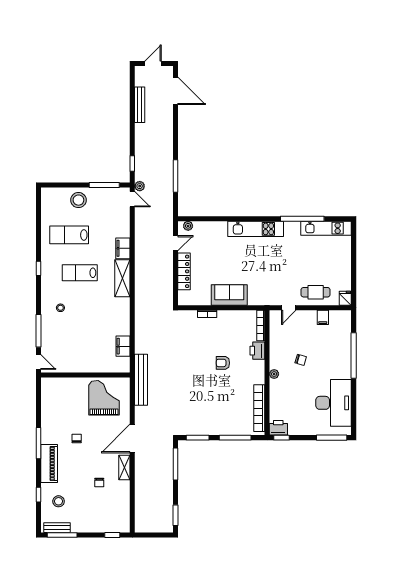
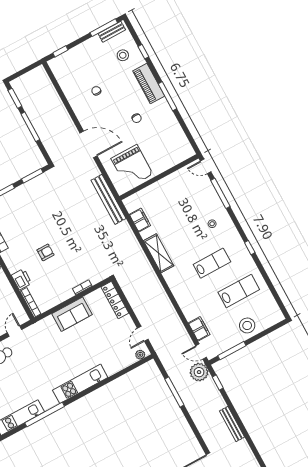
bench: (140, 105) -> (232, 424), moved
plant: (140, 186) -> (199, 372), width x1.87, depth x1.87
filing cabinet: (123, 248) -> (199, 329), moved
locker: (184, 271) -> (115, 300), moved
shelving: (122, 278) -> (159, 253), moved
door: (132, 438) -> (88, 144), hinge flipped
window: (176, 464) -> (30, 127), moved
shelving: (124, 467) -> (82, 115), removed

